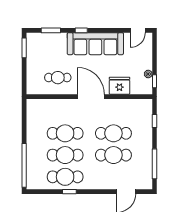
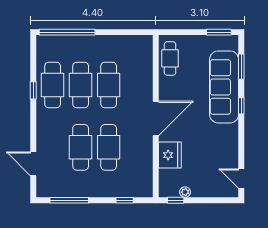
sofa: (95, 44) -> (224, 87), moved
cafe table: (58, 78) -> (170, 58), moved

